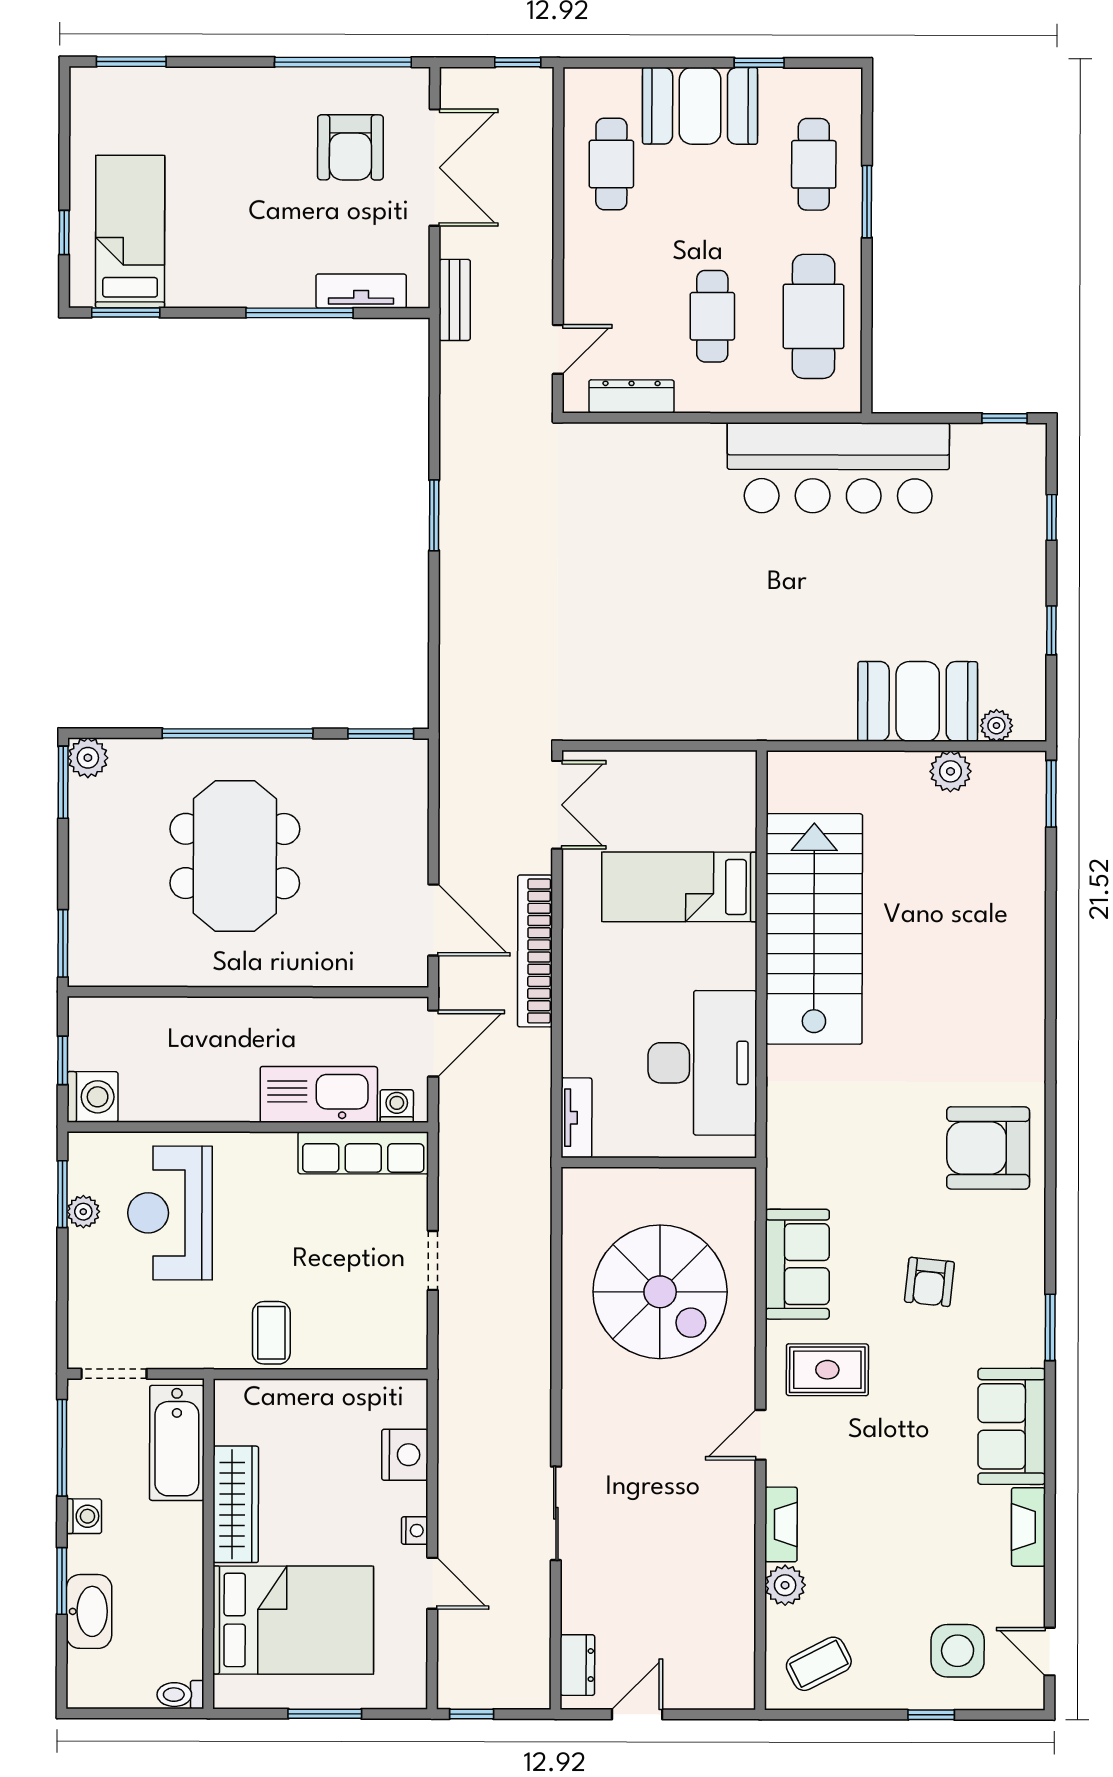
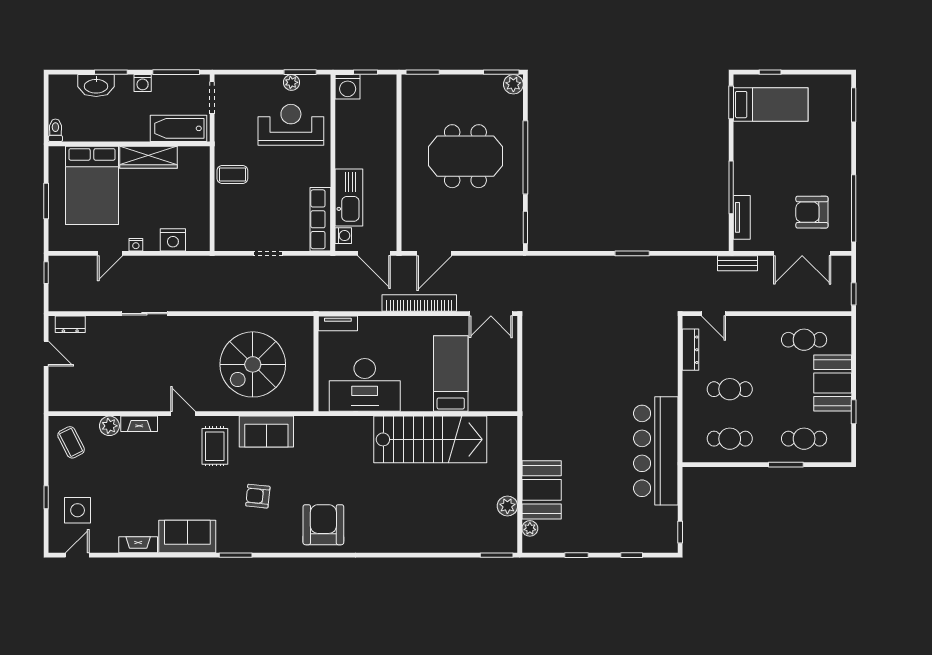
cafe table: (813, 316) -> (730, 439), width x0.73, depth x0.74

